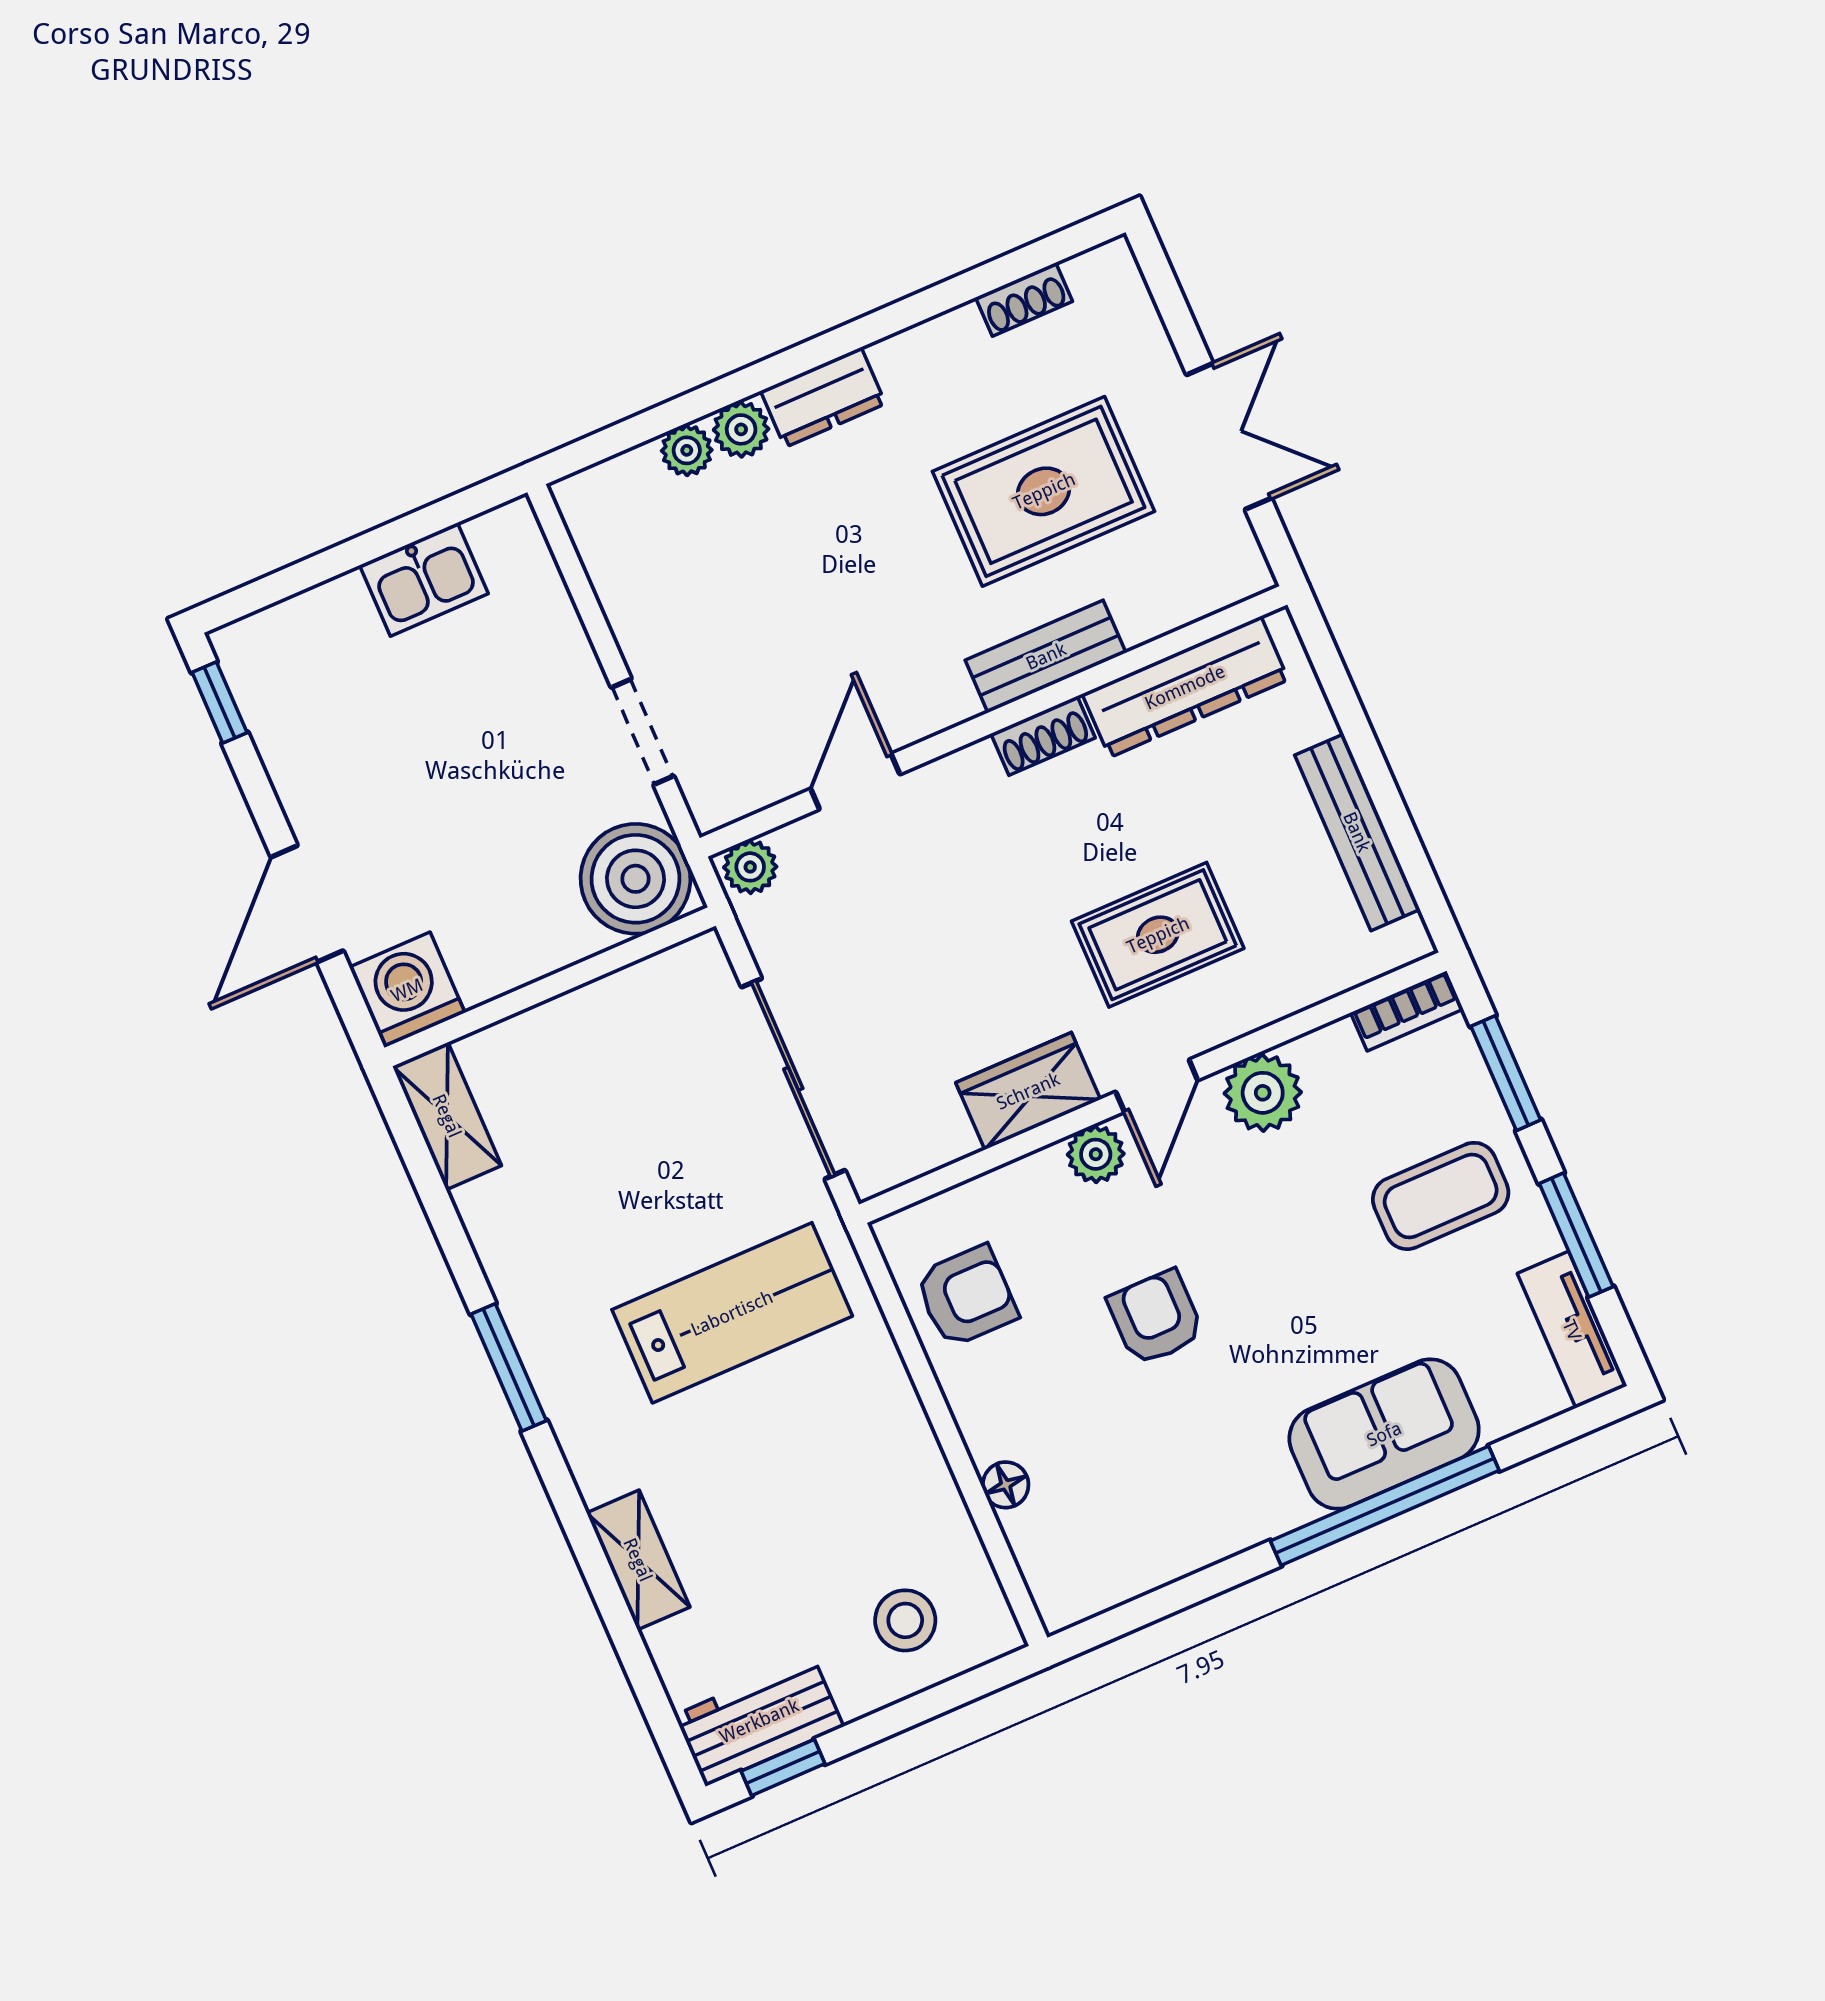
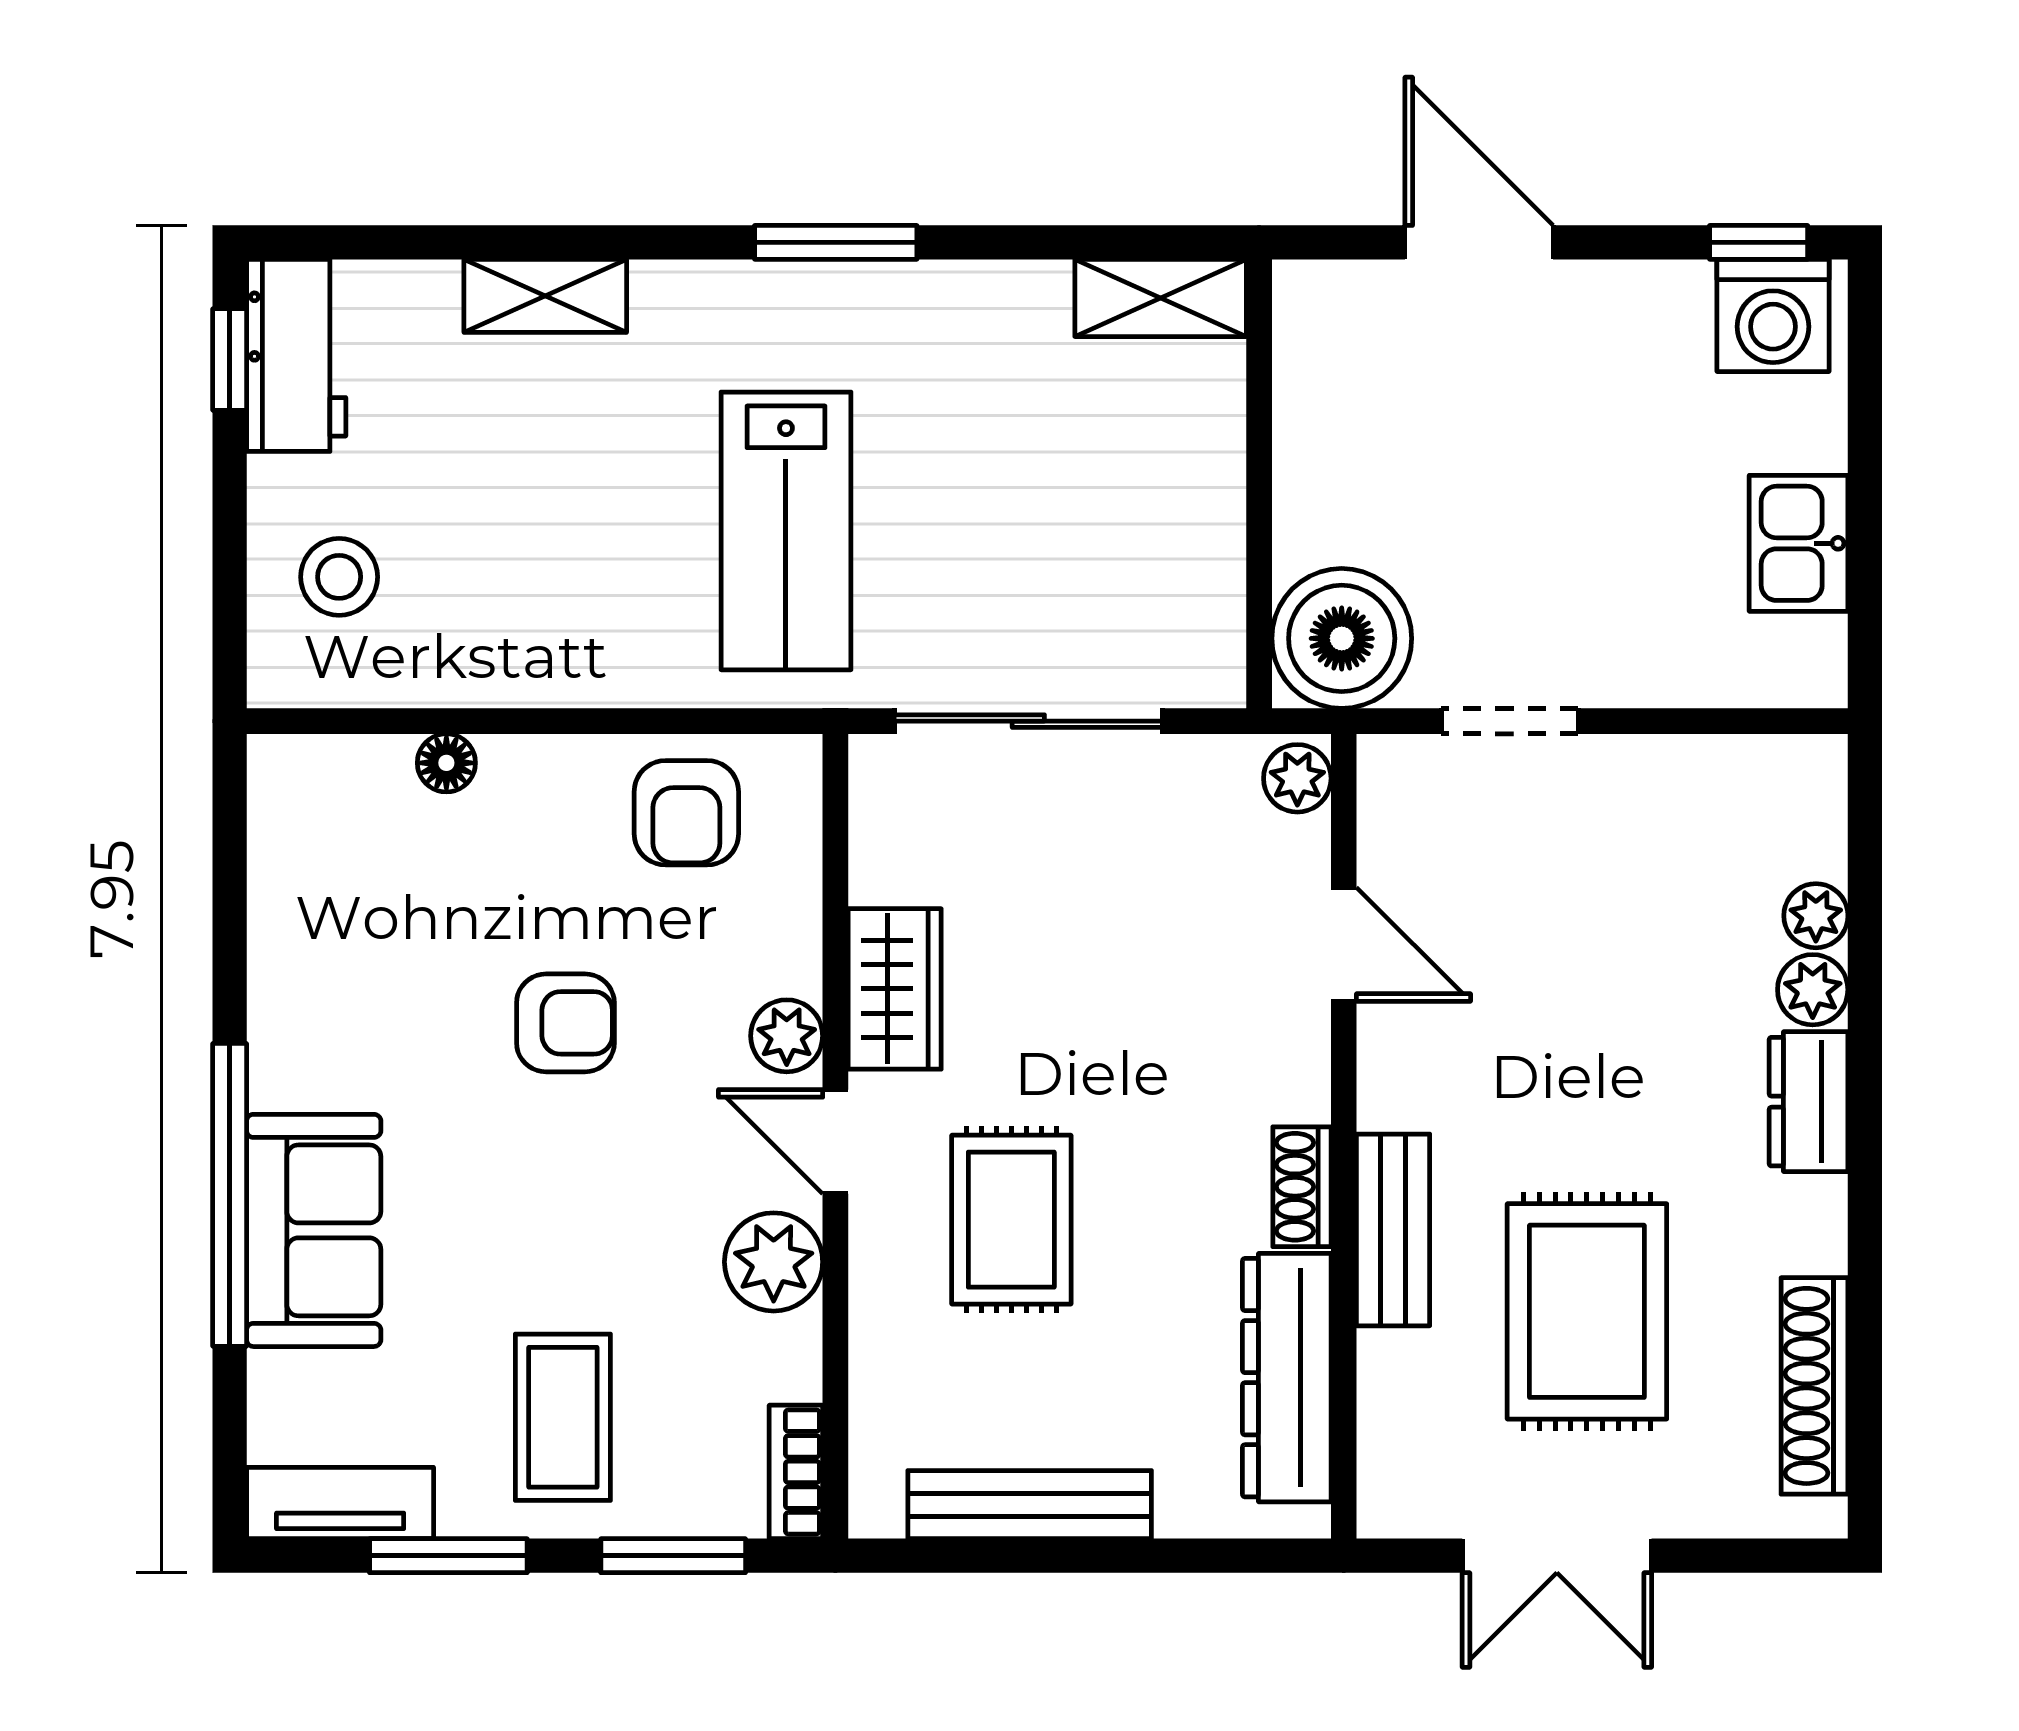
shoe rack: (1024, 299) -> (1814, 1386), width x1.94, depth x1.24
washing machine: (407, 990) -> (1773, 315), moved, turned 90

